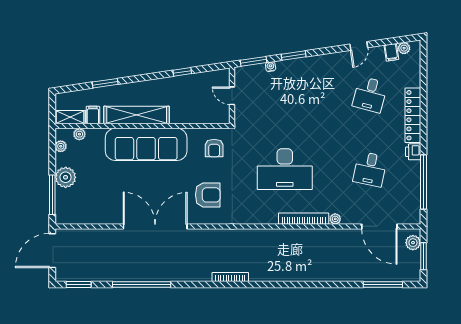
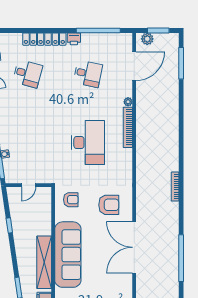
armchair: (208, 195) -> (109, 205), turned 90

